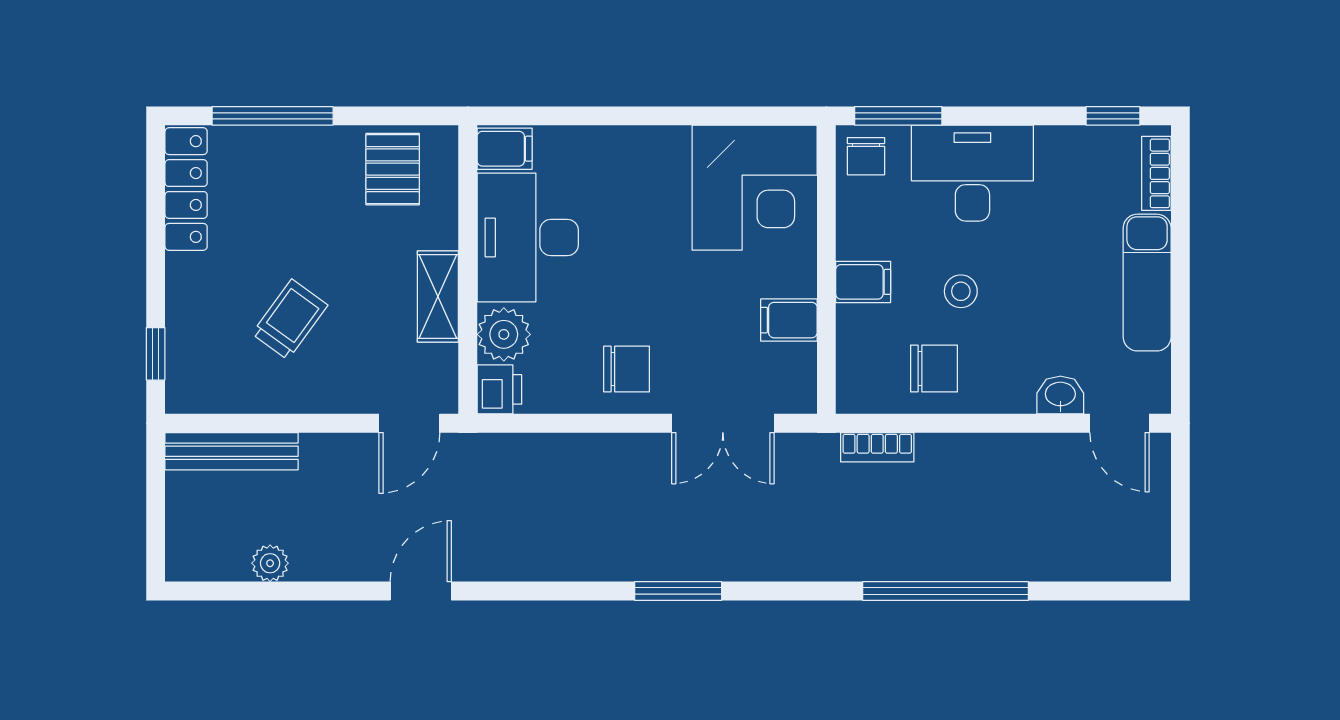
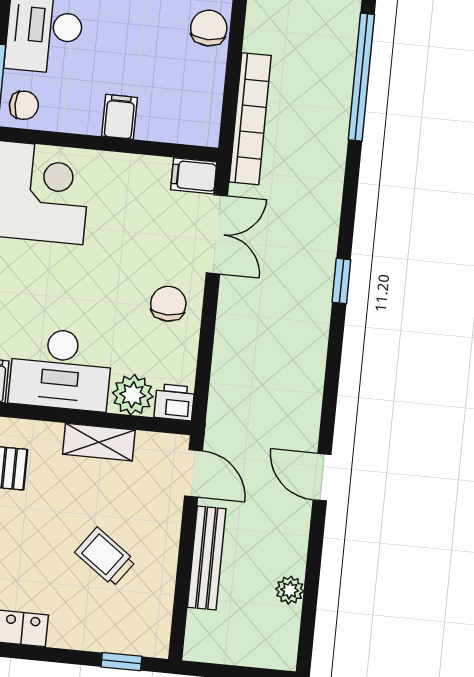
stool: (961, 291) -> (134, 43), removed
filing cabinet: (789, 320) -> (194, 176), moved, turned 90
chair: (934, 368) -> (209, 28), moved
bookcase: (877, 447) -> (250, 119), width x2.31, depth x1.31
bench: (232, 451) -> (207, 558), moved
window: (678, 591) -> (341, 281), width x0.67

